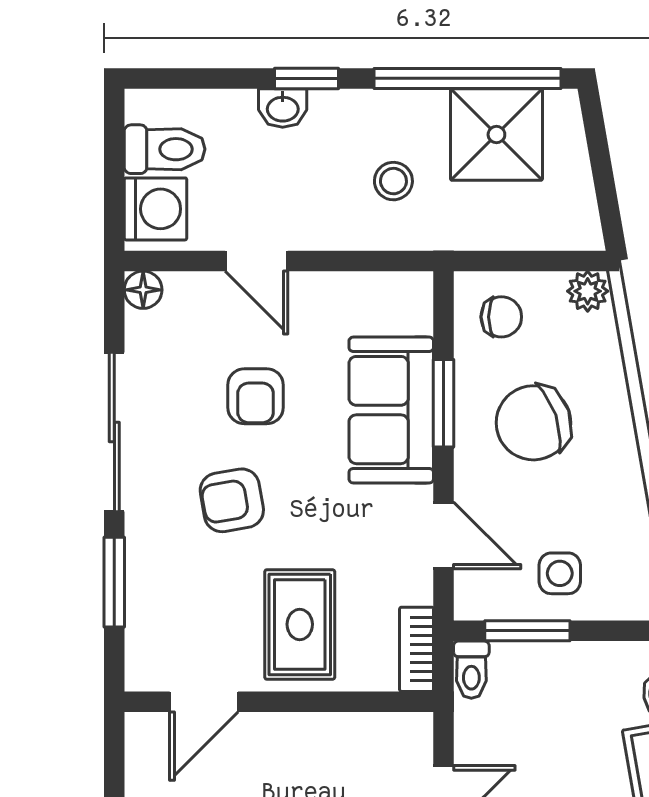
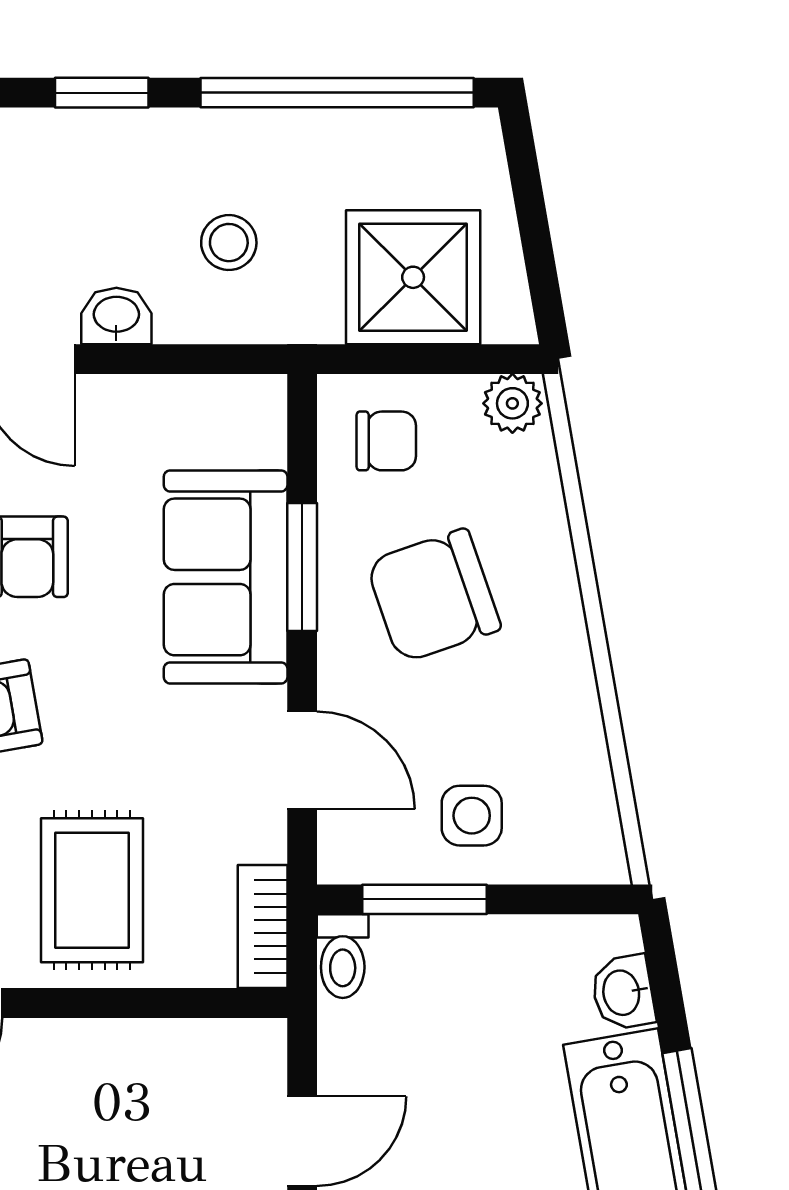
washbasin: (283, 108) -> (116, 316), moved, turned 180
shower: (496, 135) -> (413, 277), moved

